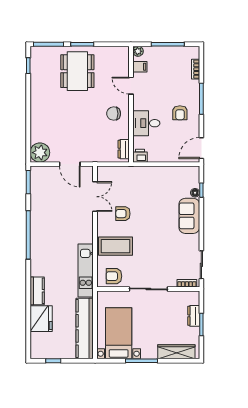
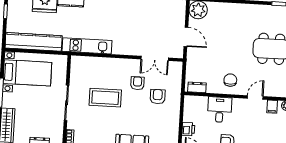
printer: (140, 156) -> (188, 129), moved
door: (70, 164) -> (186, 37), swing flipped
coffee table: (115, 246) -> (105, 98), moved, turned 90
armchair: (114, 276) -> (158, 97), moved

